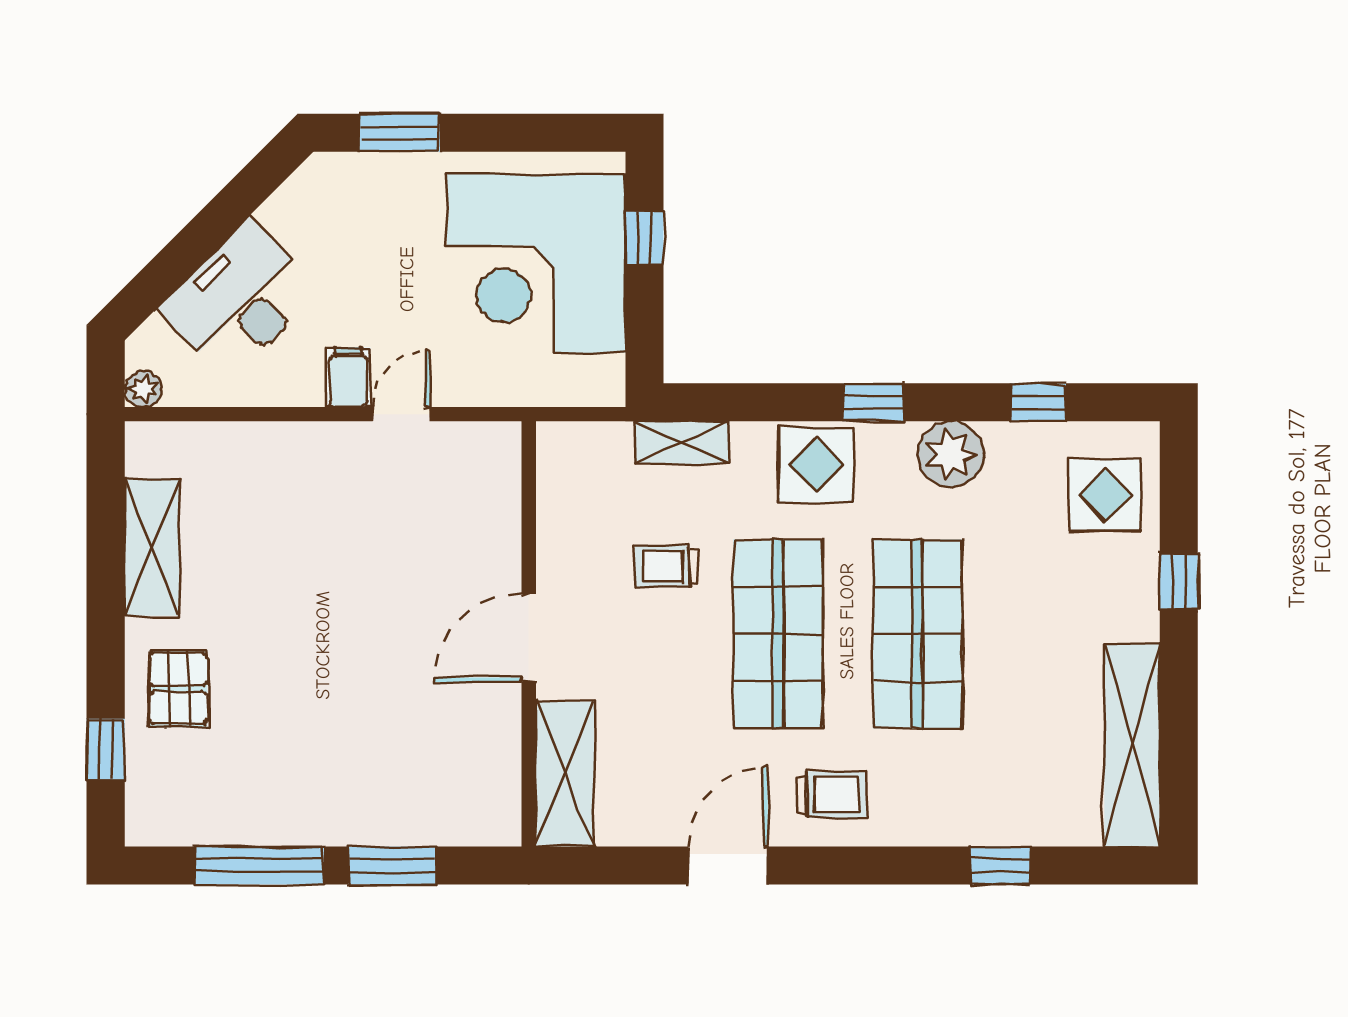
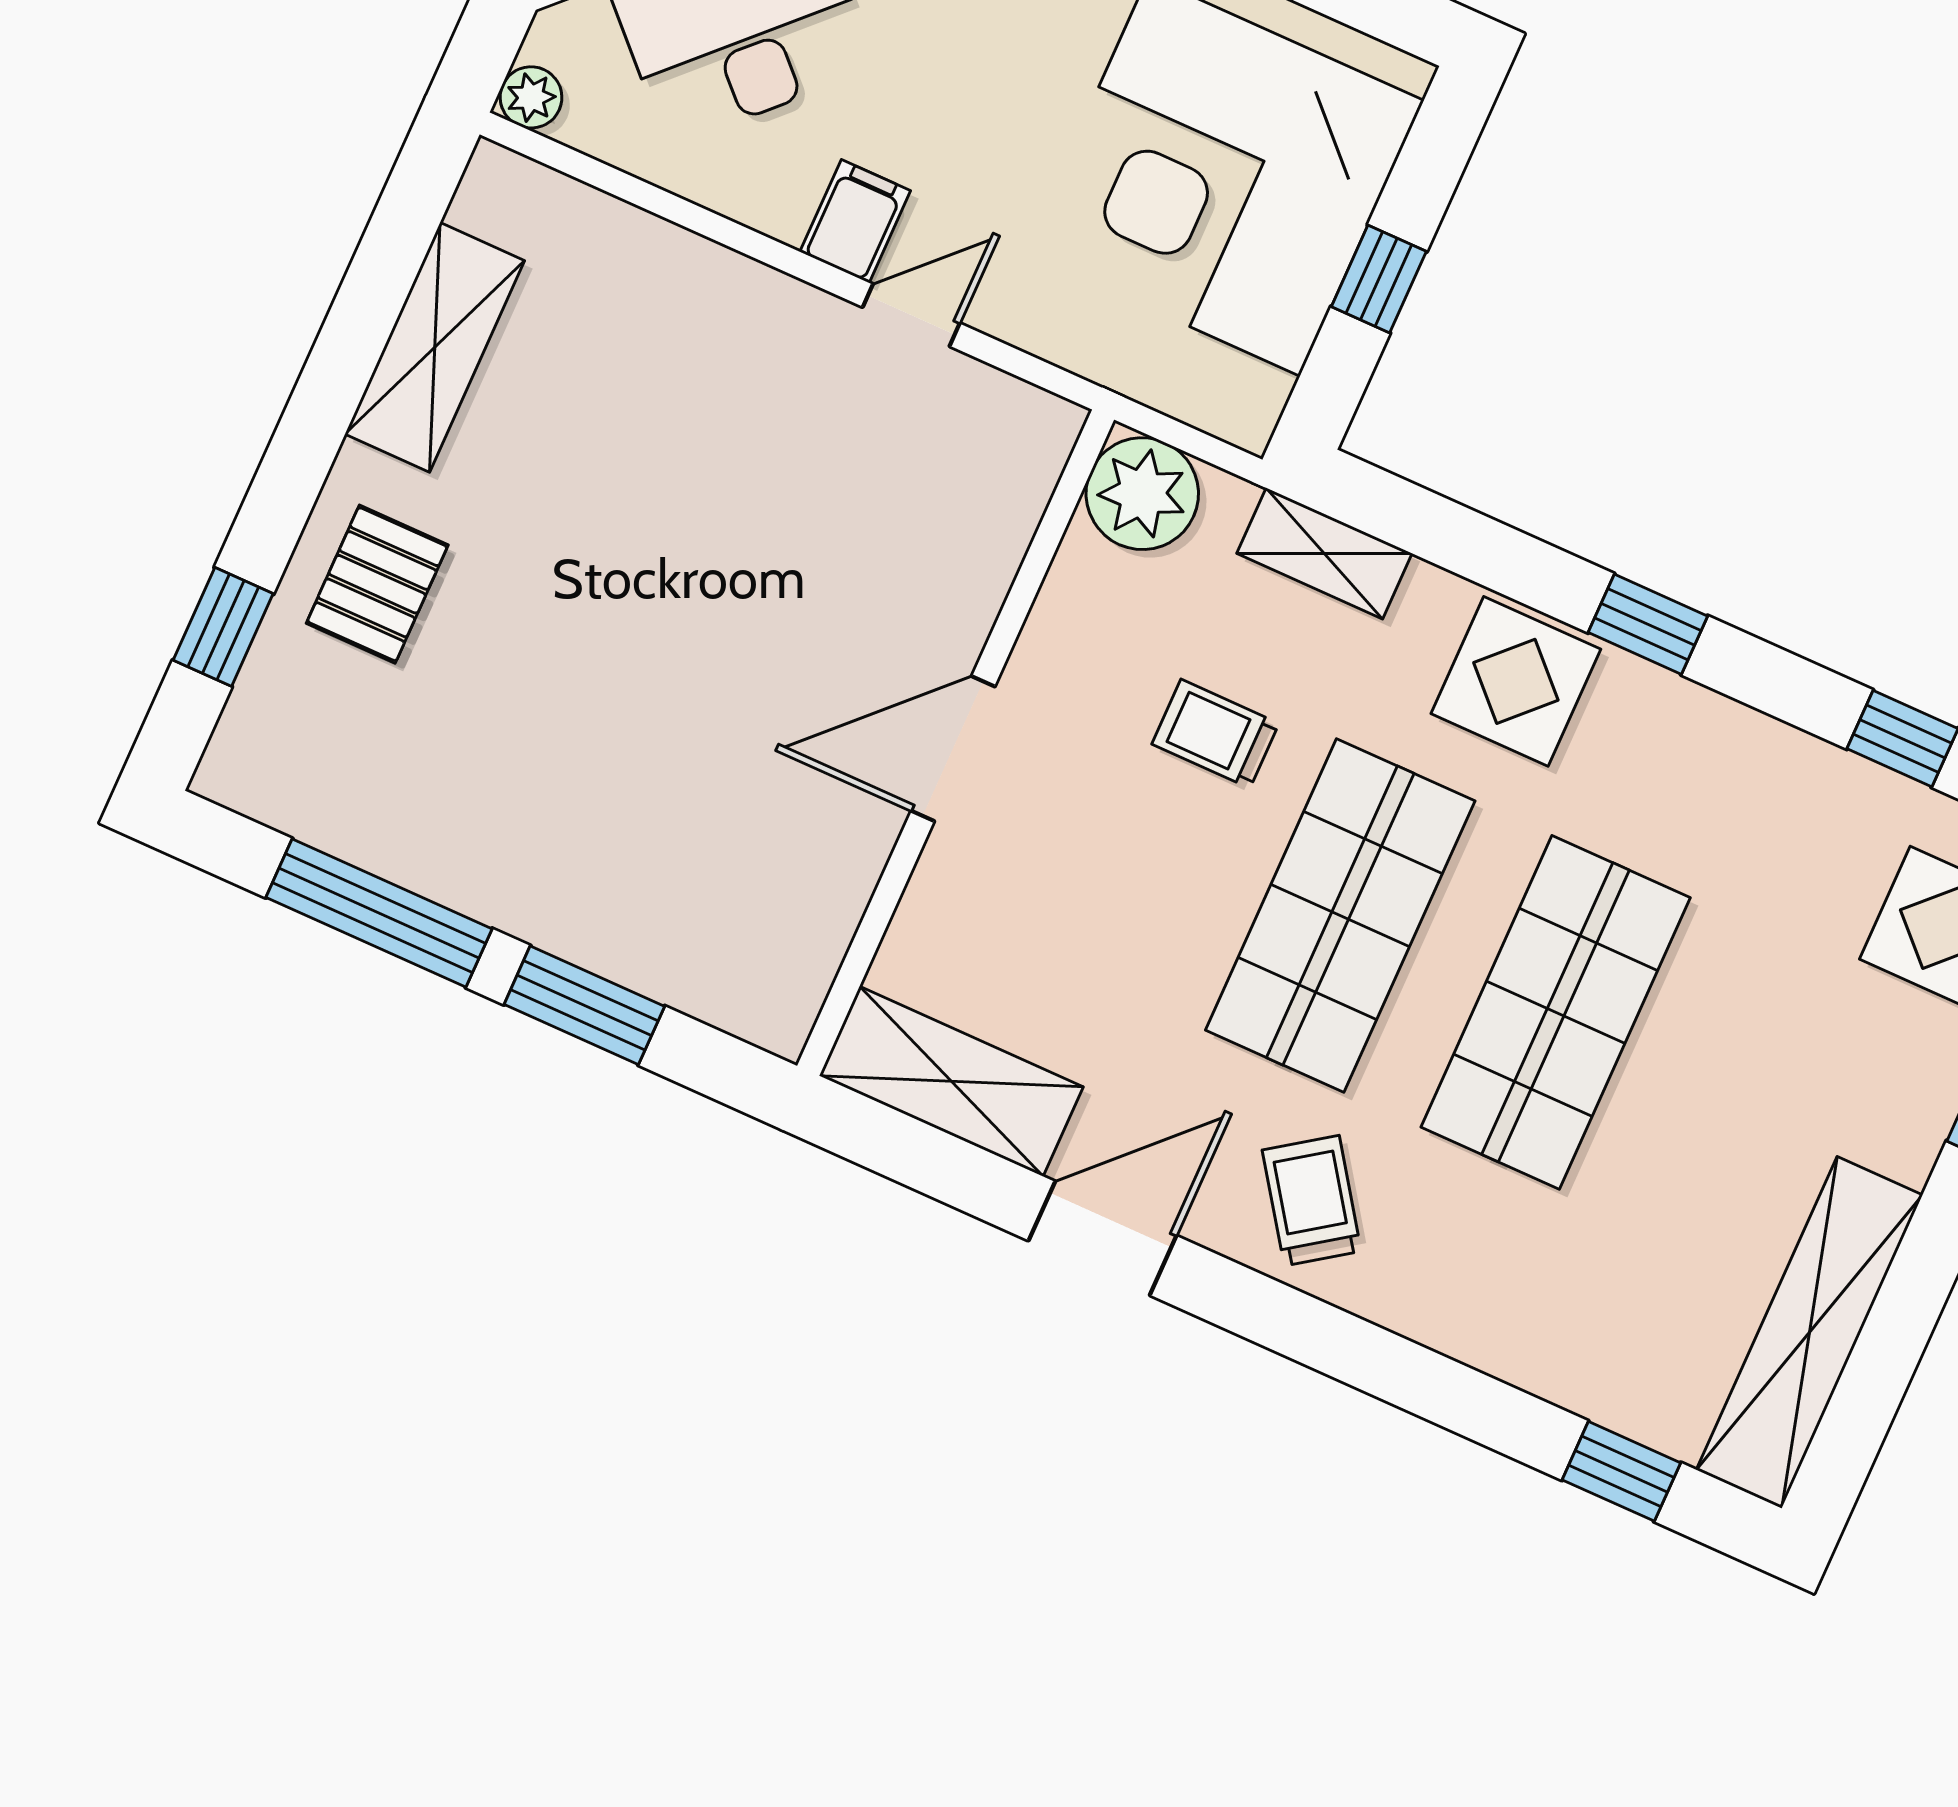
window: (645, 238) -> (1379, 279), moved
plant: (951, 454) -> (1142, 494), moved
shelving: (565, 774) -> (951, 1081), moved, turned 90
trolley: (832, 795) -> (1312, 1201), turned -125
window: (1000, 866) -> (1621, 1471), moved

